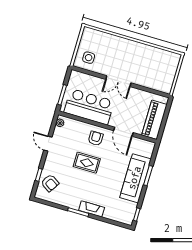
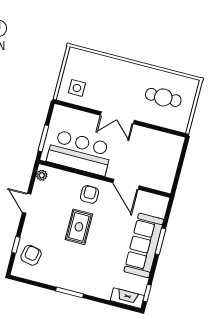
cafe table: (154, 67) -> (163, 97), added
piano: (154, 120) -> (166, 167), removed
rug: (87, 163) -> (79, 227), turned 90
armchair: (50, 183) -> (31, 255), turned -112
fireplace: (92, 209) -> (127, 298), moved

